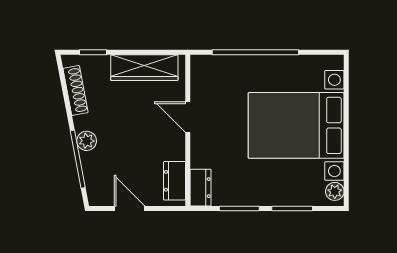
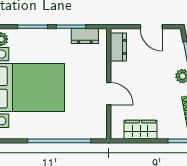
wardrobe: (144, 68) -> (140, 130), width x0.67
dresser: (201, 188) -> (85, 36), moved, turned -90

